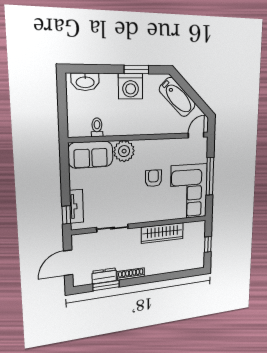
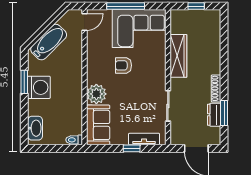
toilet: (97, 127) -> (74, 140), moved
door: (196, 135) -> (84, 22), swing flipped
window: (66, 215) -> (132, 148), moved

